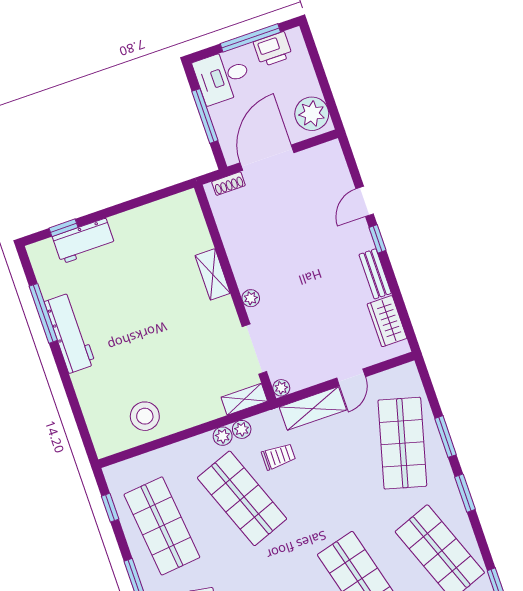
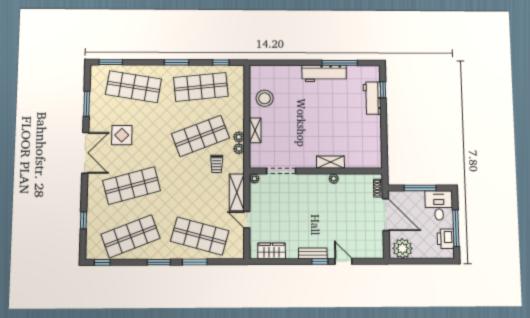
bench: (375, 274) -> (313, 253), moved
plant: (251, 298) -> (334, 179), moved
shelving: (244, 399) -> (255, 130), moved

